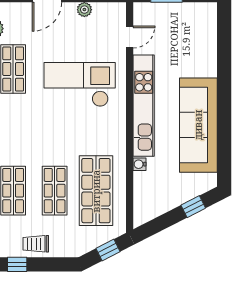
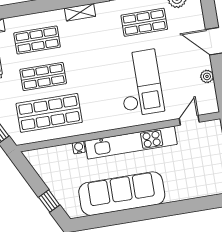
door: (130, 37) -> (189, 120), swing flipped

